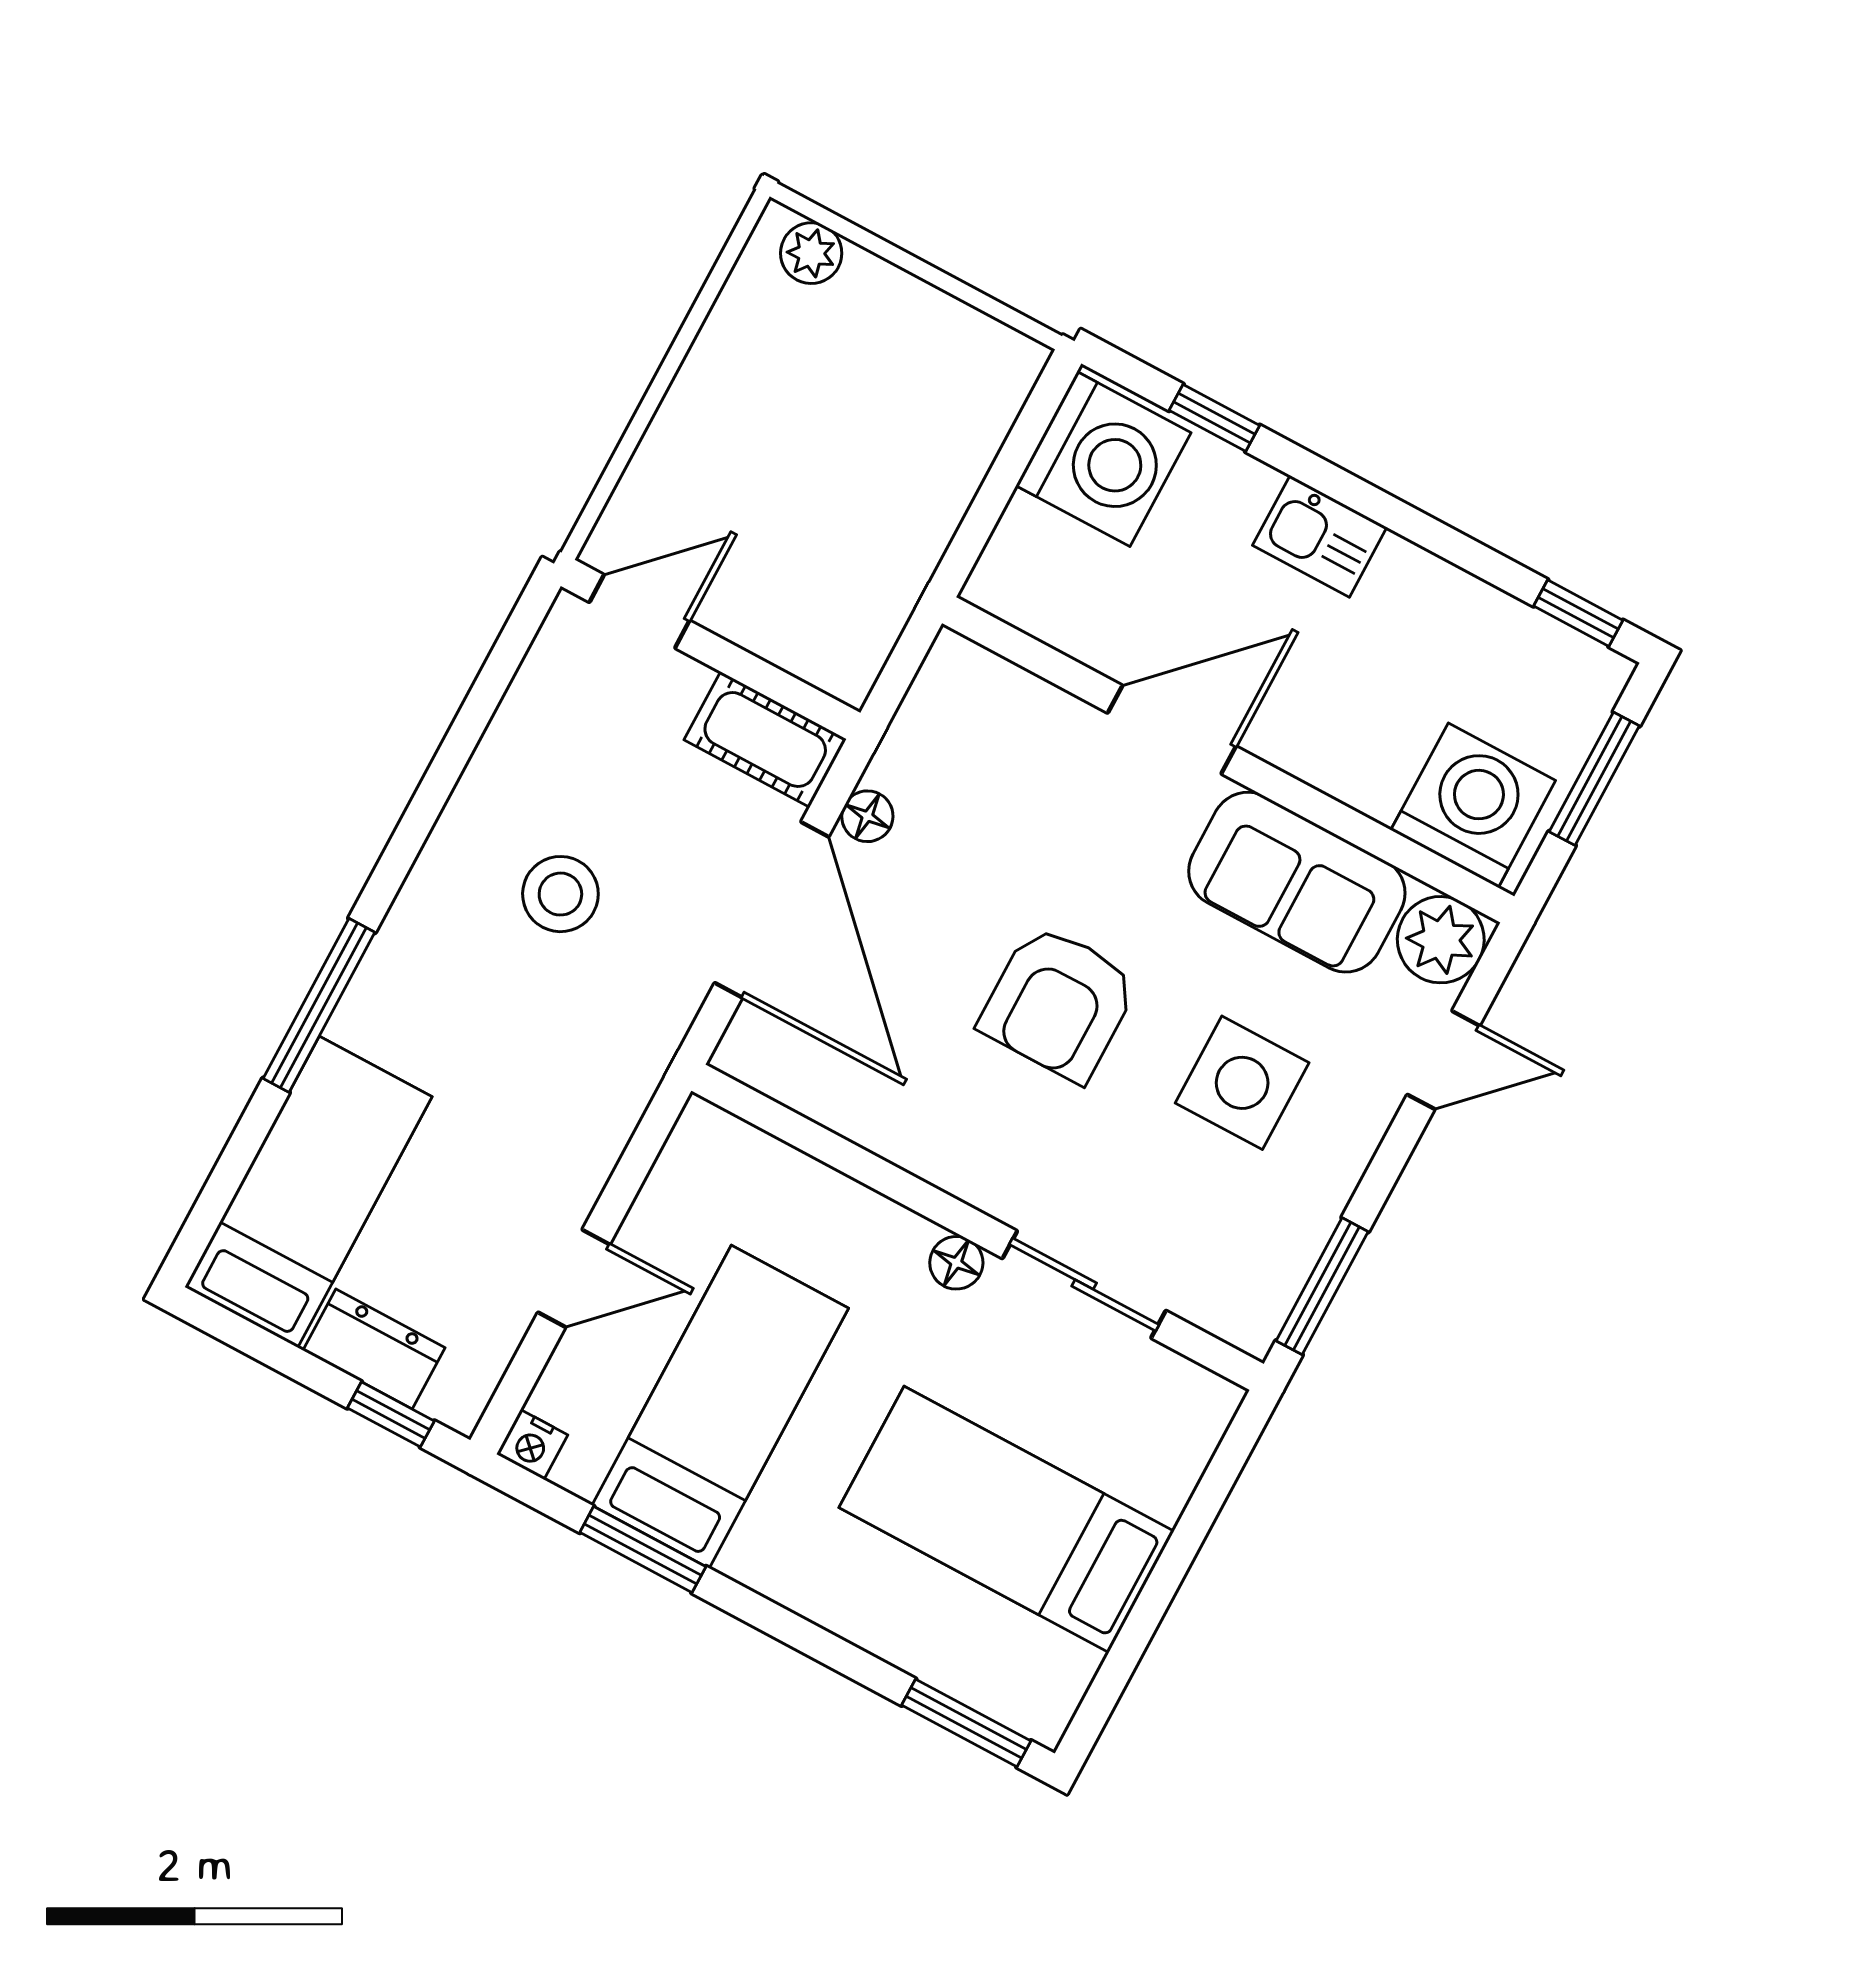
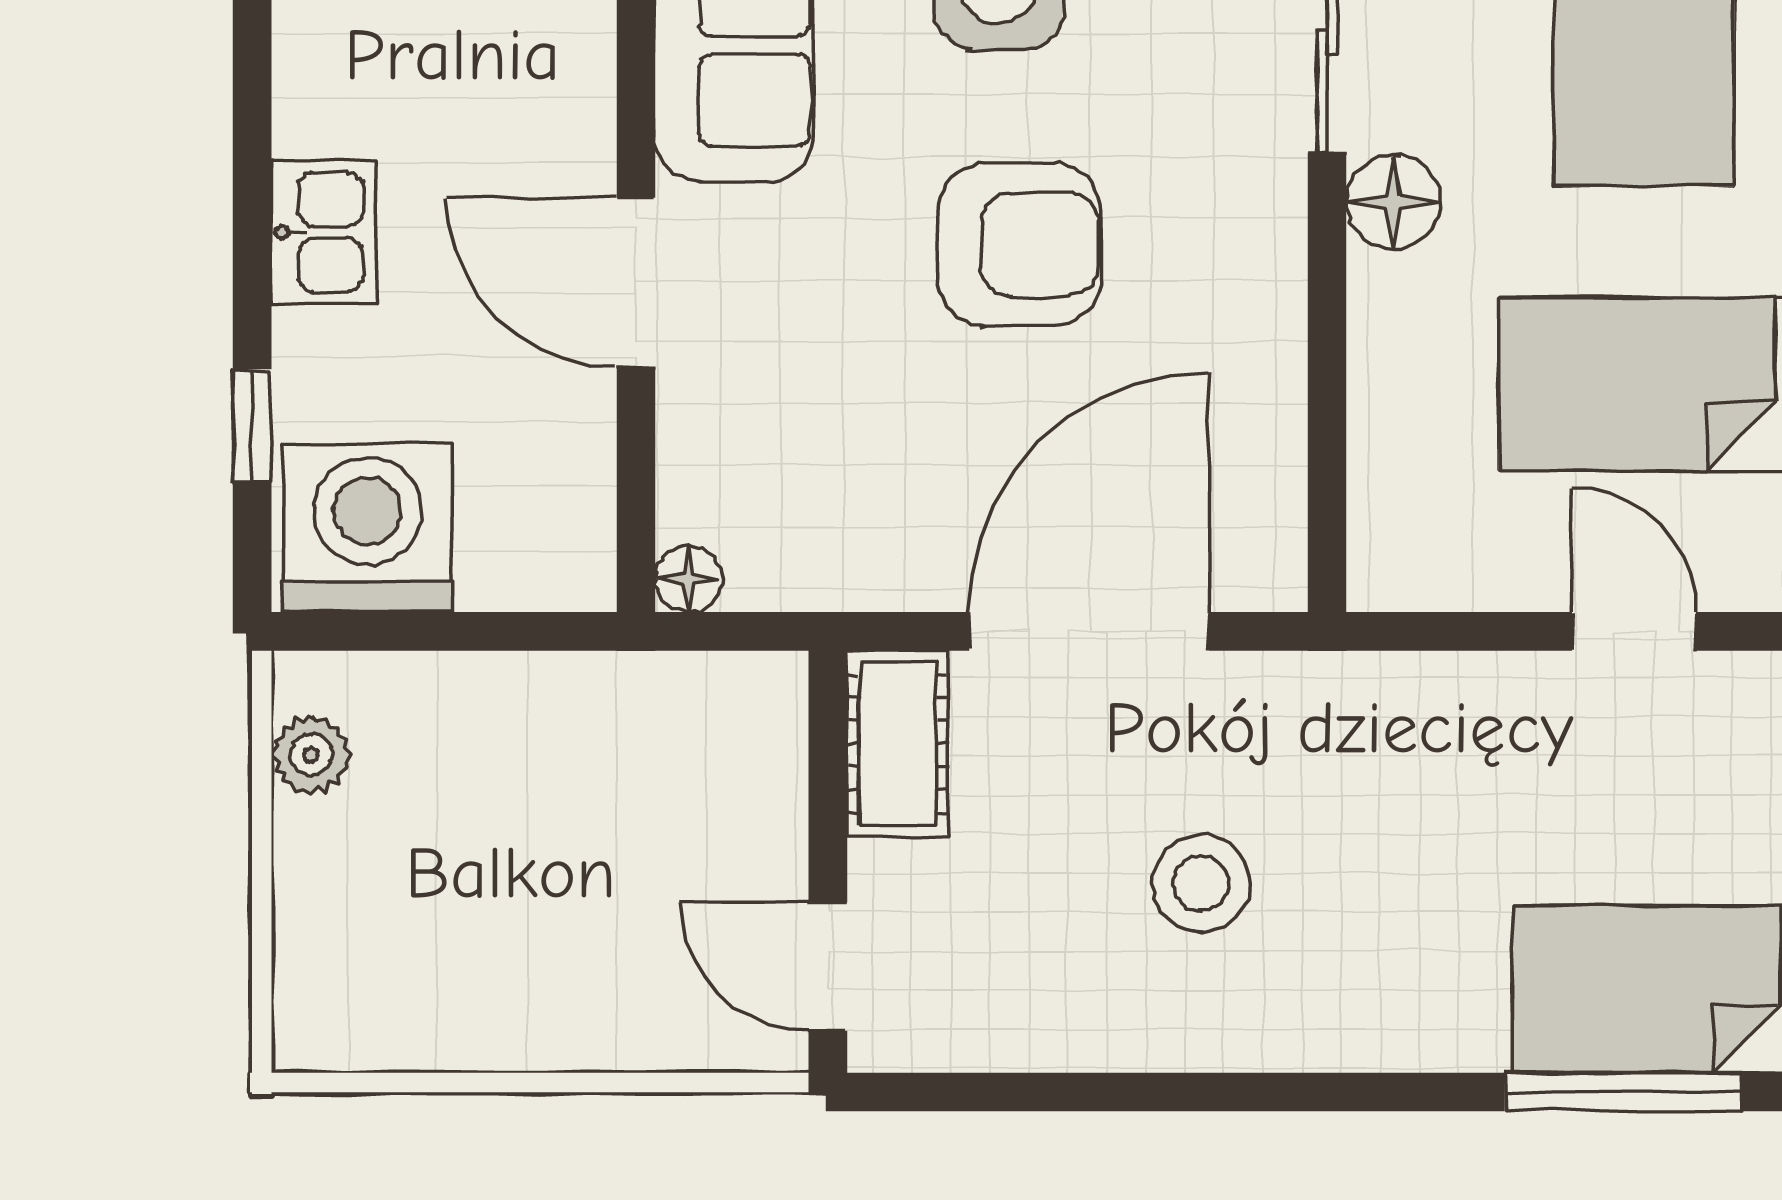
plant: (811, 253) -> (311, 755), moved
floor lamp: (867, 816) -> (688, 579), moved
window: (319, 1005) -> (1623, 1092), moved
floor lamp: (956, 1263) -> (1393, 202), width x1.37, depth x1.37

